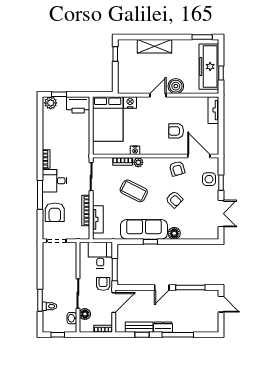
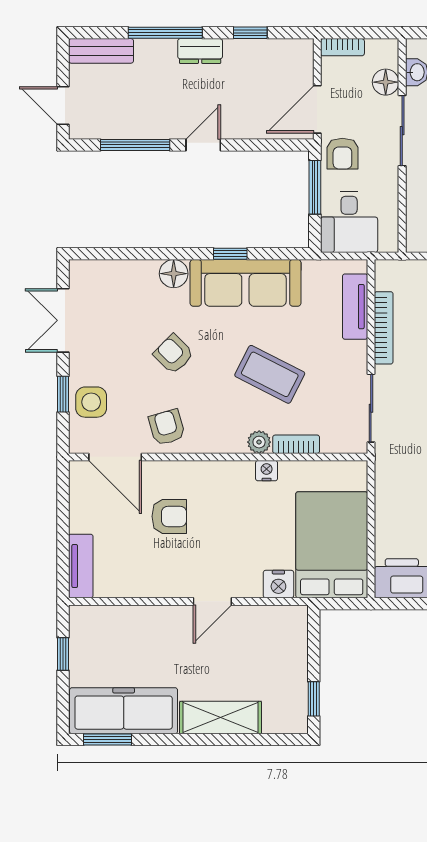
freezer: (209, 67) -> (124, 711), moved, turned -90
boiler: (176, 86) -> (170, 623), removed
bench: (139, 327) -> (101, 51), moved

